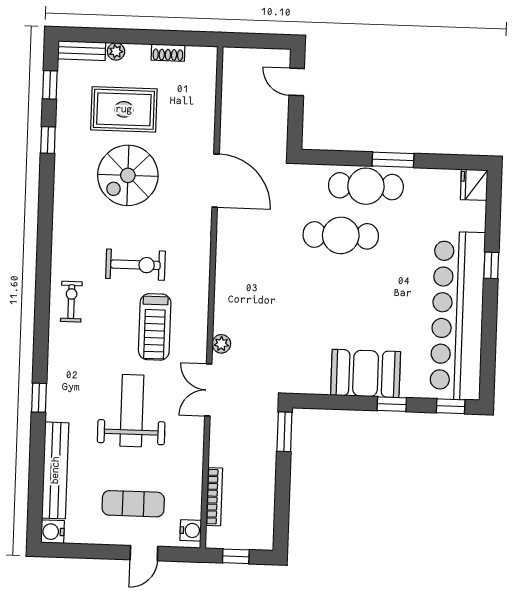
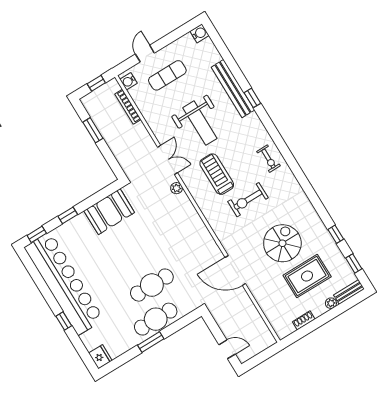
booth: (366, 373) -> (109, 212), moved
window: (284, 432) -> (93, 130), moved
bench: (55, 470) -> (233, 89), moved

